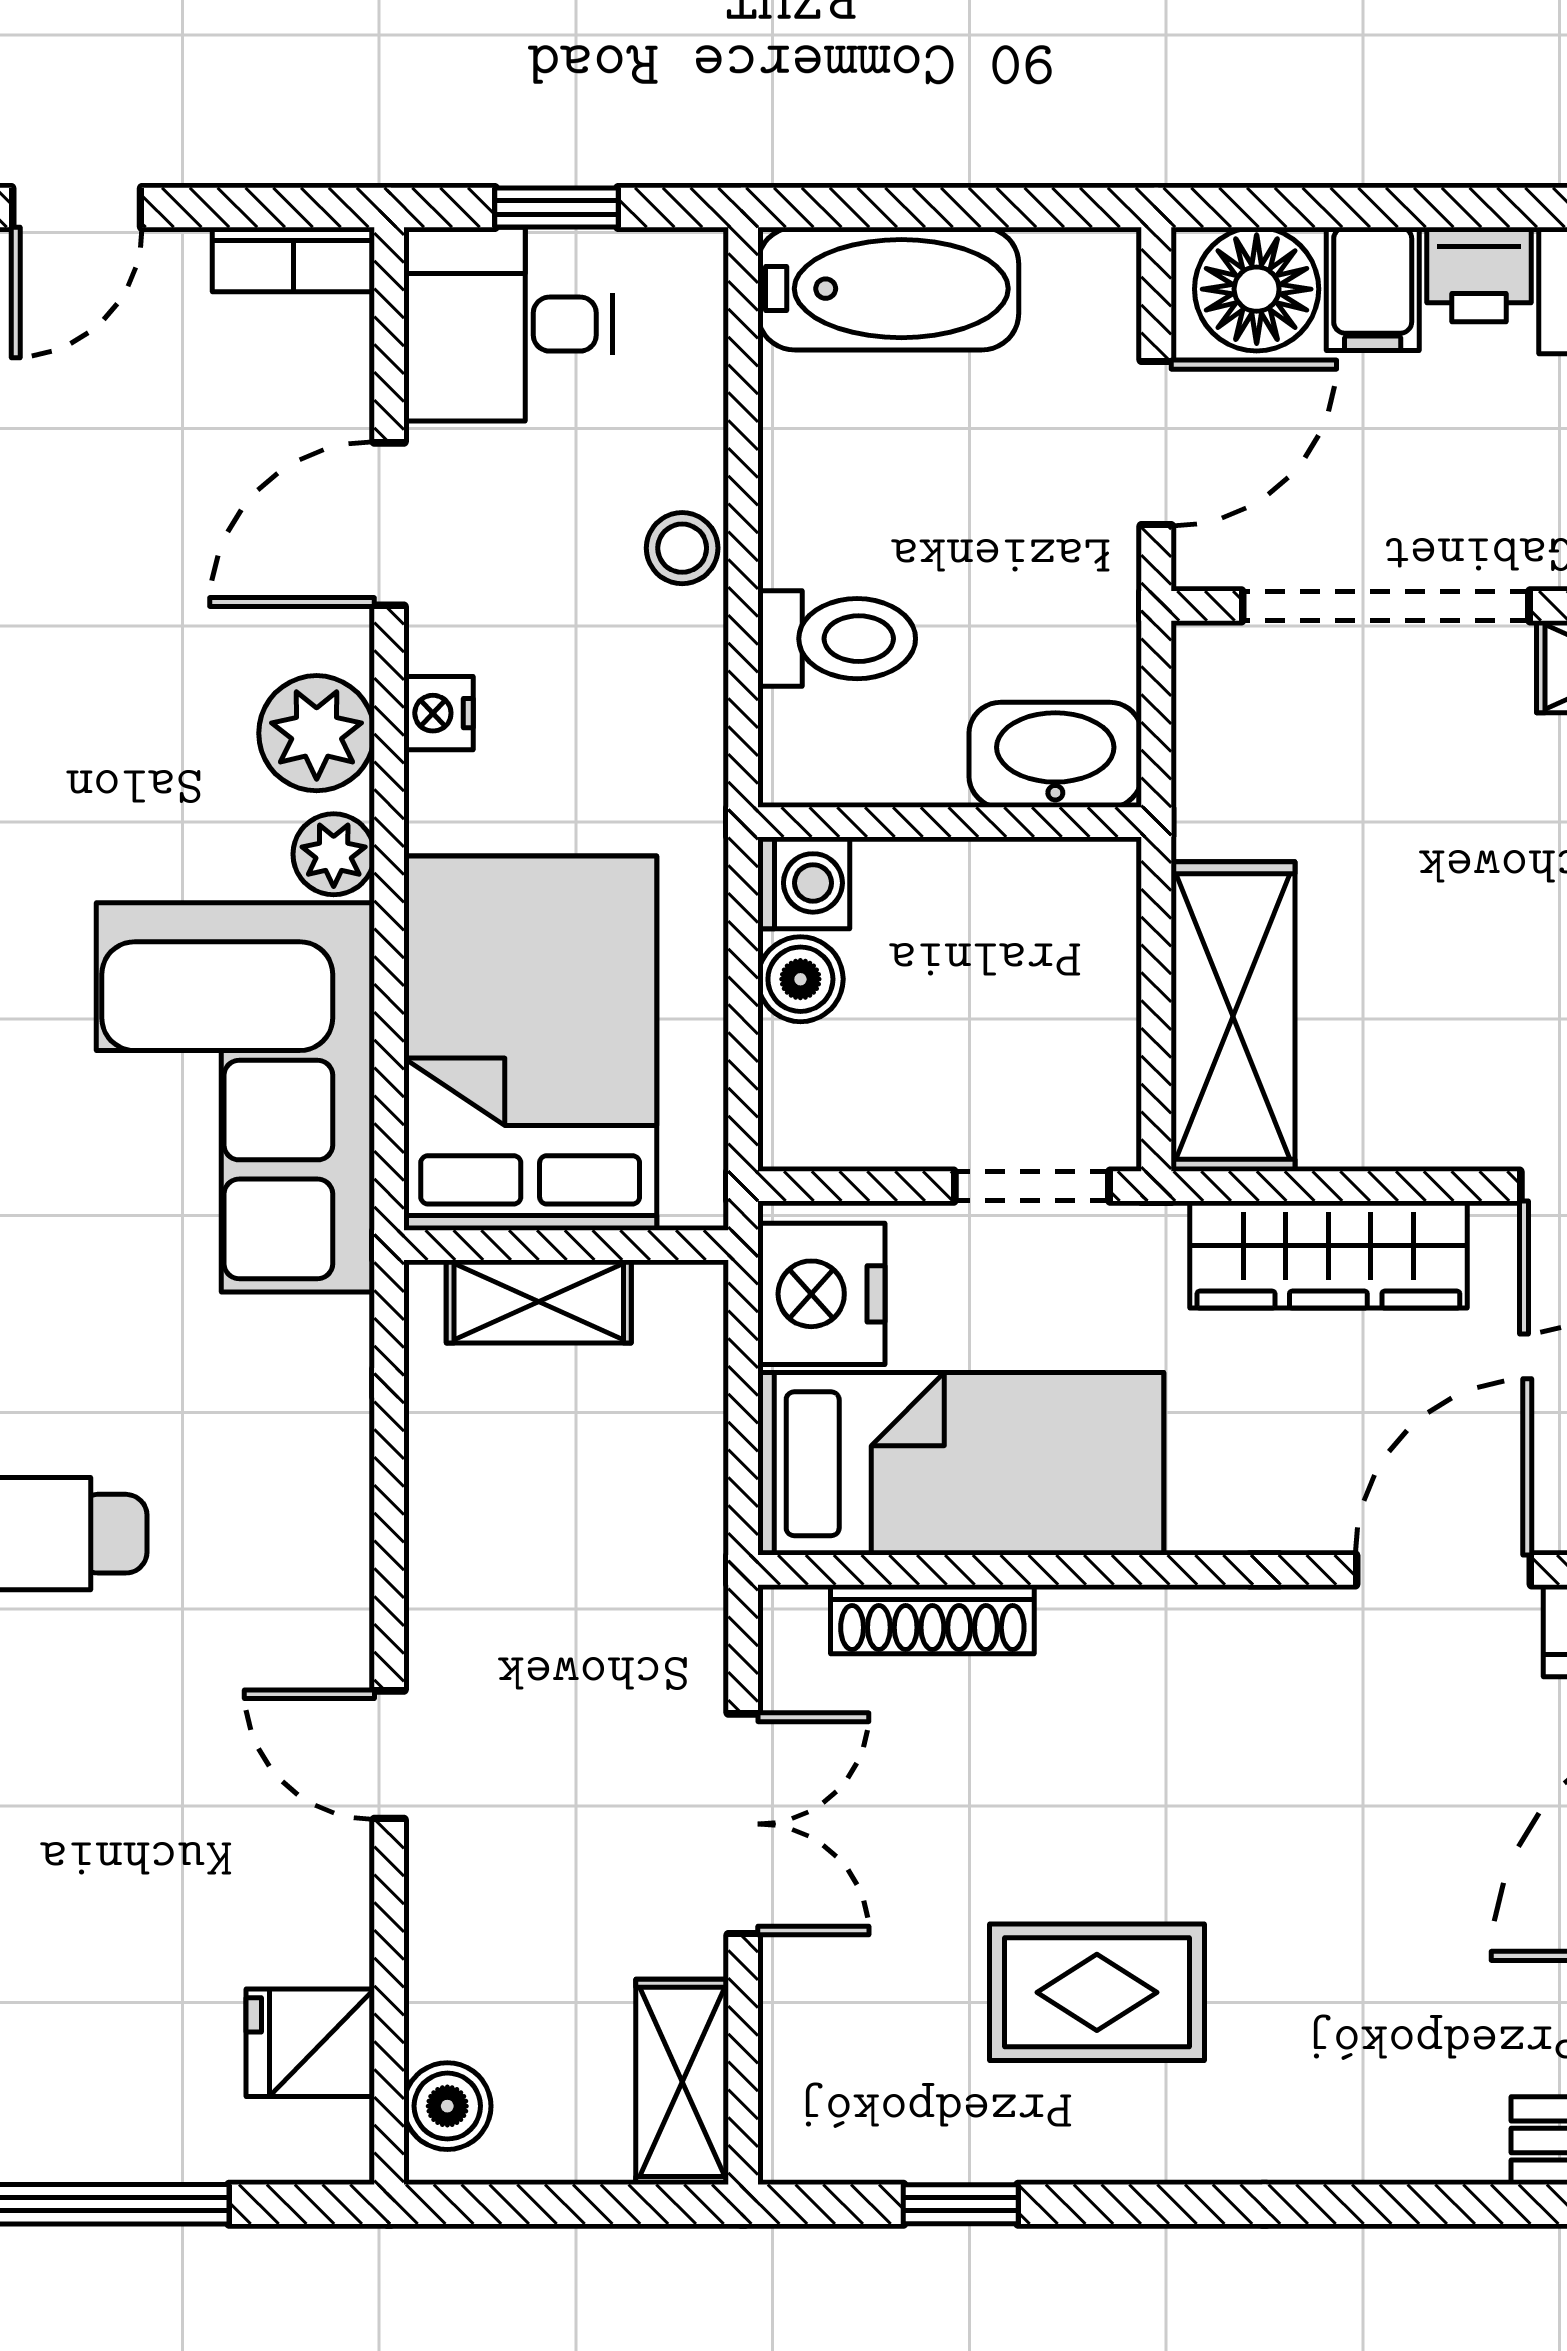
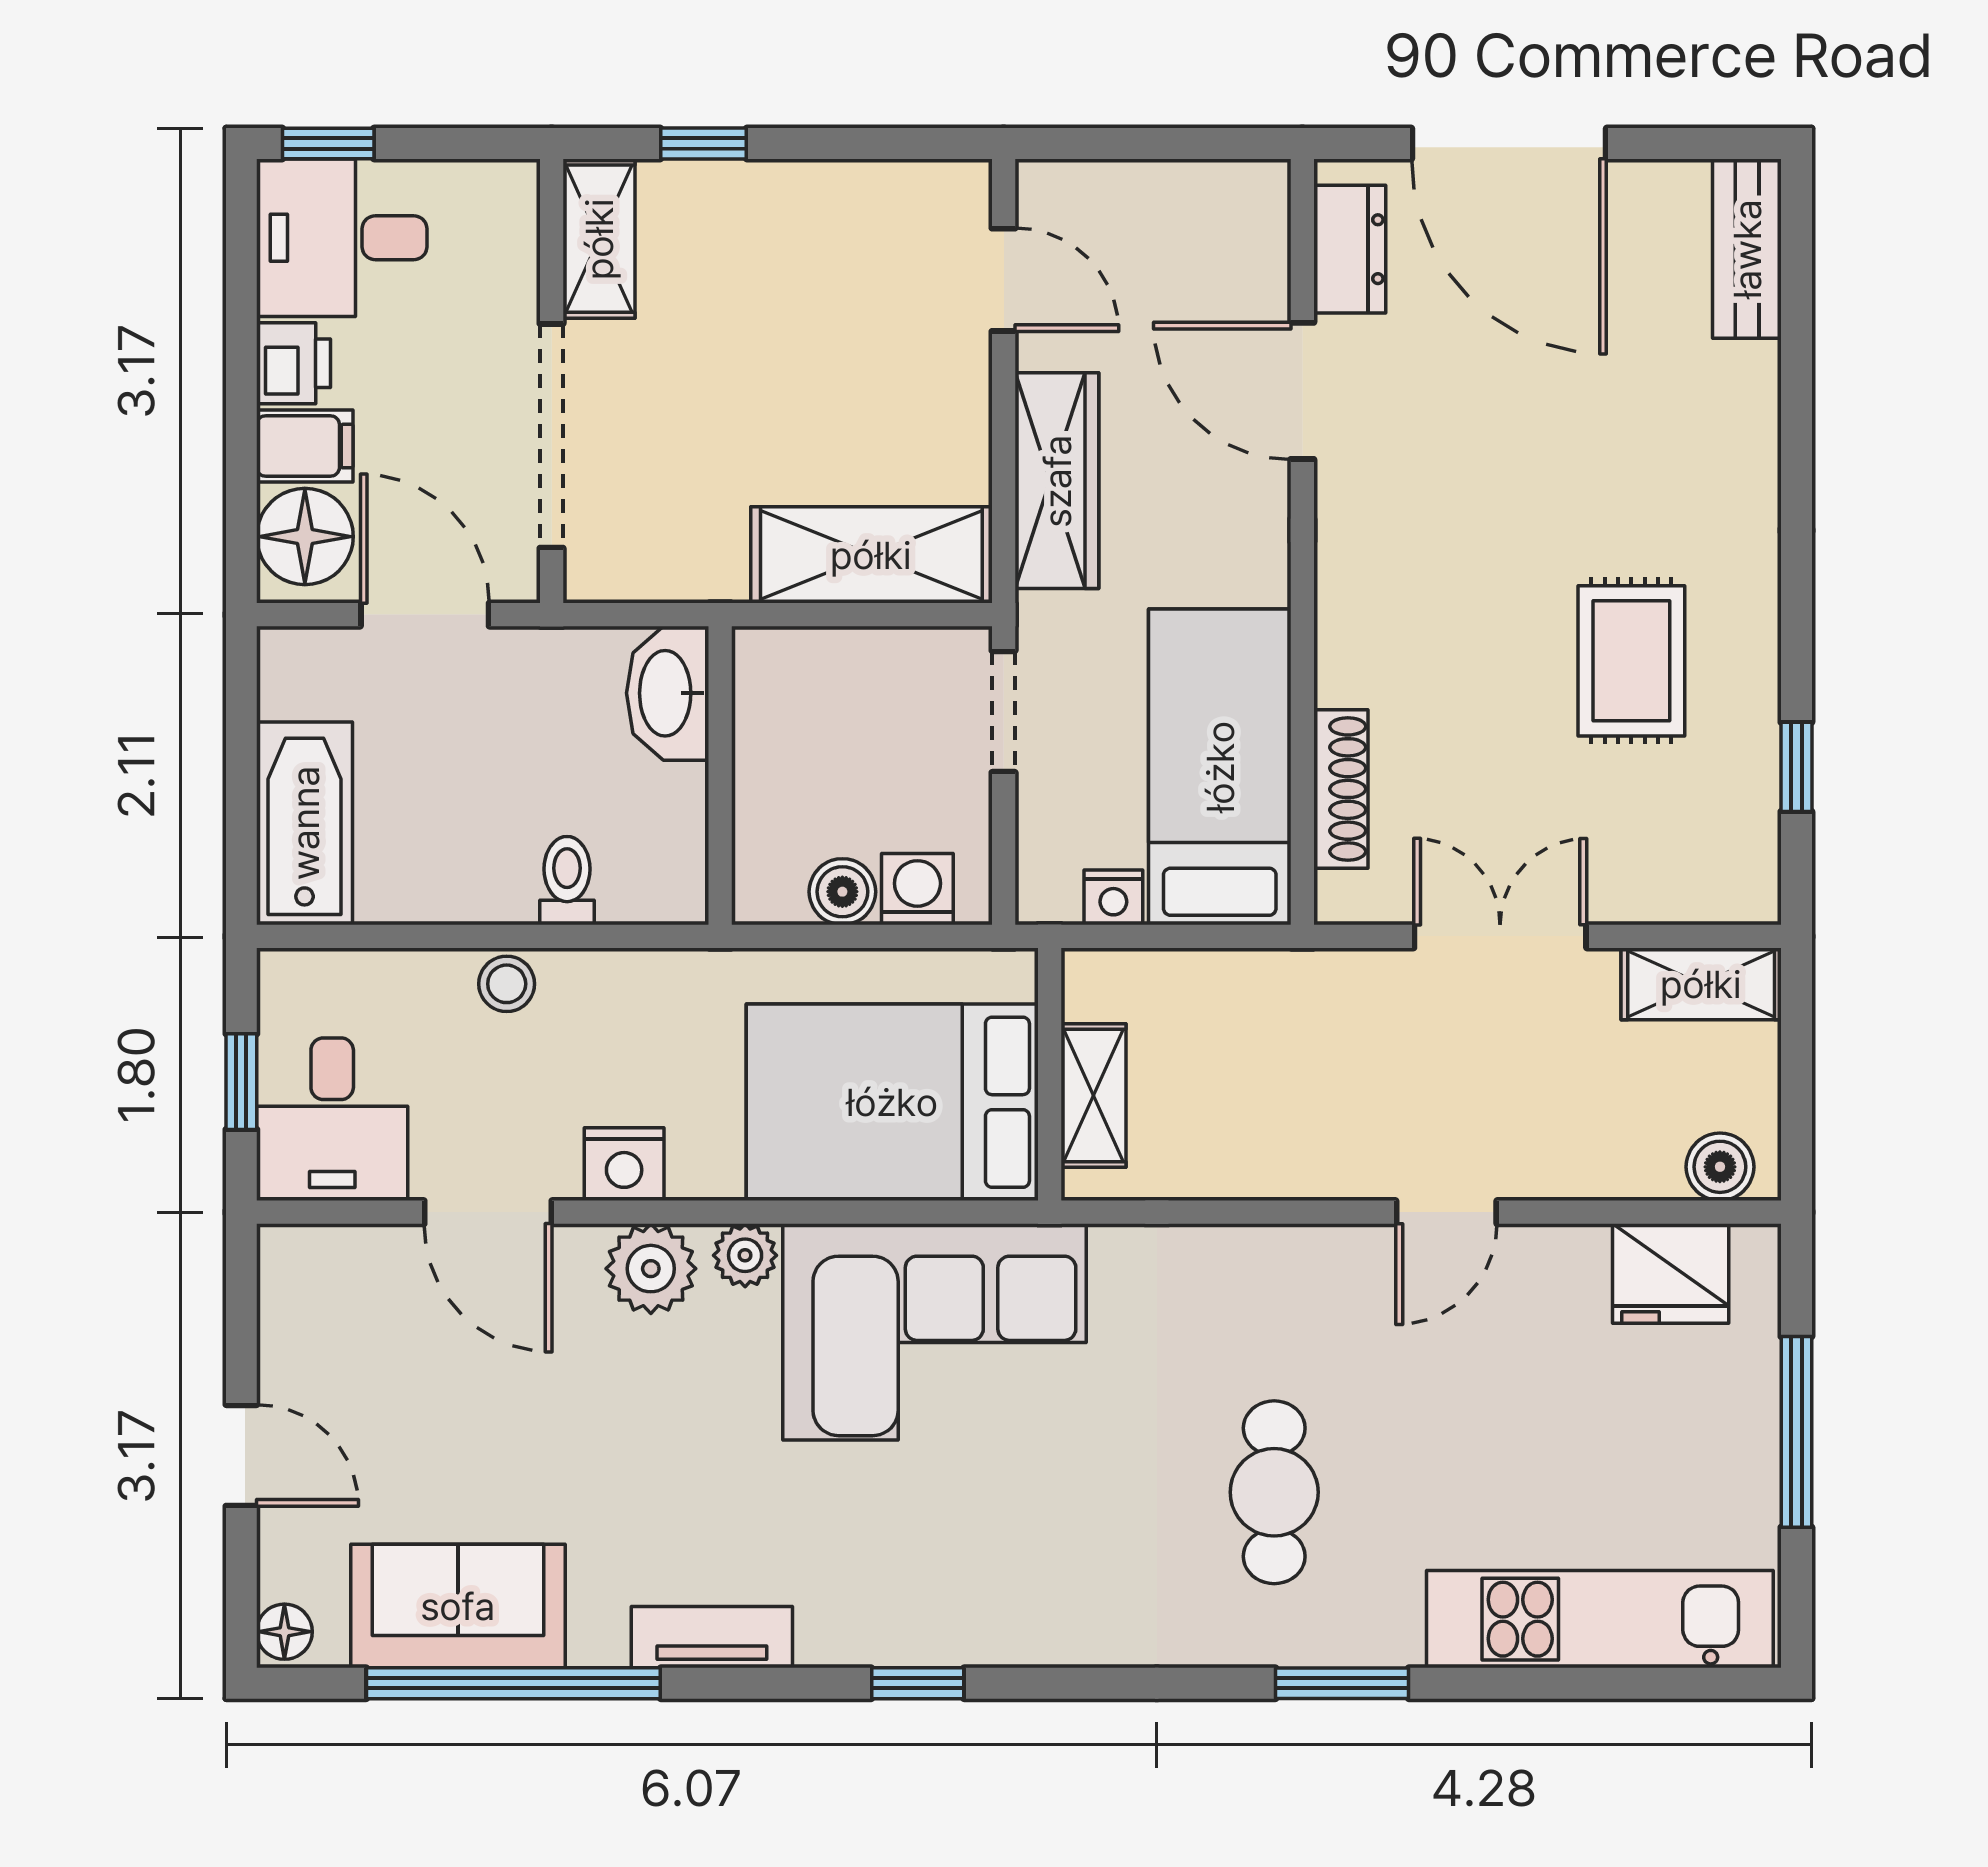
bookcase: (293, 260) -> (282, 1287), removed
toilet: (837, 639) -> (567, 881), width x0.73, depth x0.72
nightstand: (438, 713) -> (624, 1164), width x1.39, depth x1.35
washing machine: (804, 883) -> (917, 889), moved
nightstand: (821, 1294) -> (1113, 897), width x0.53, depth x0.56
fridge: (310, 2043) -> (1671, 1274), width x1.38

